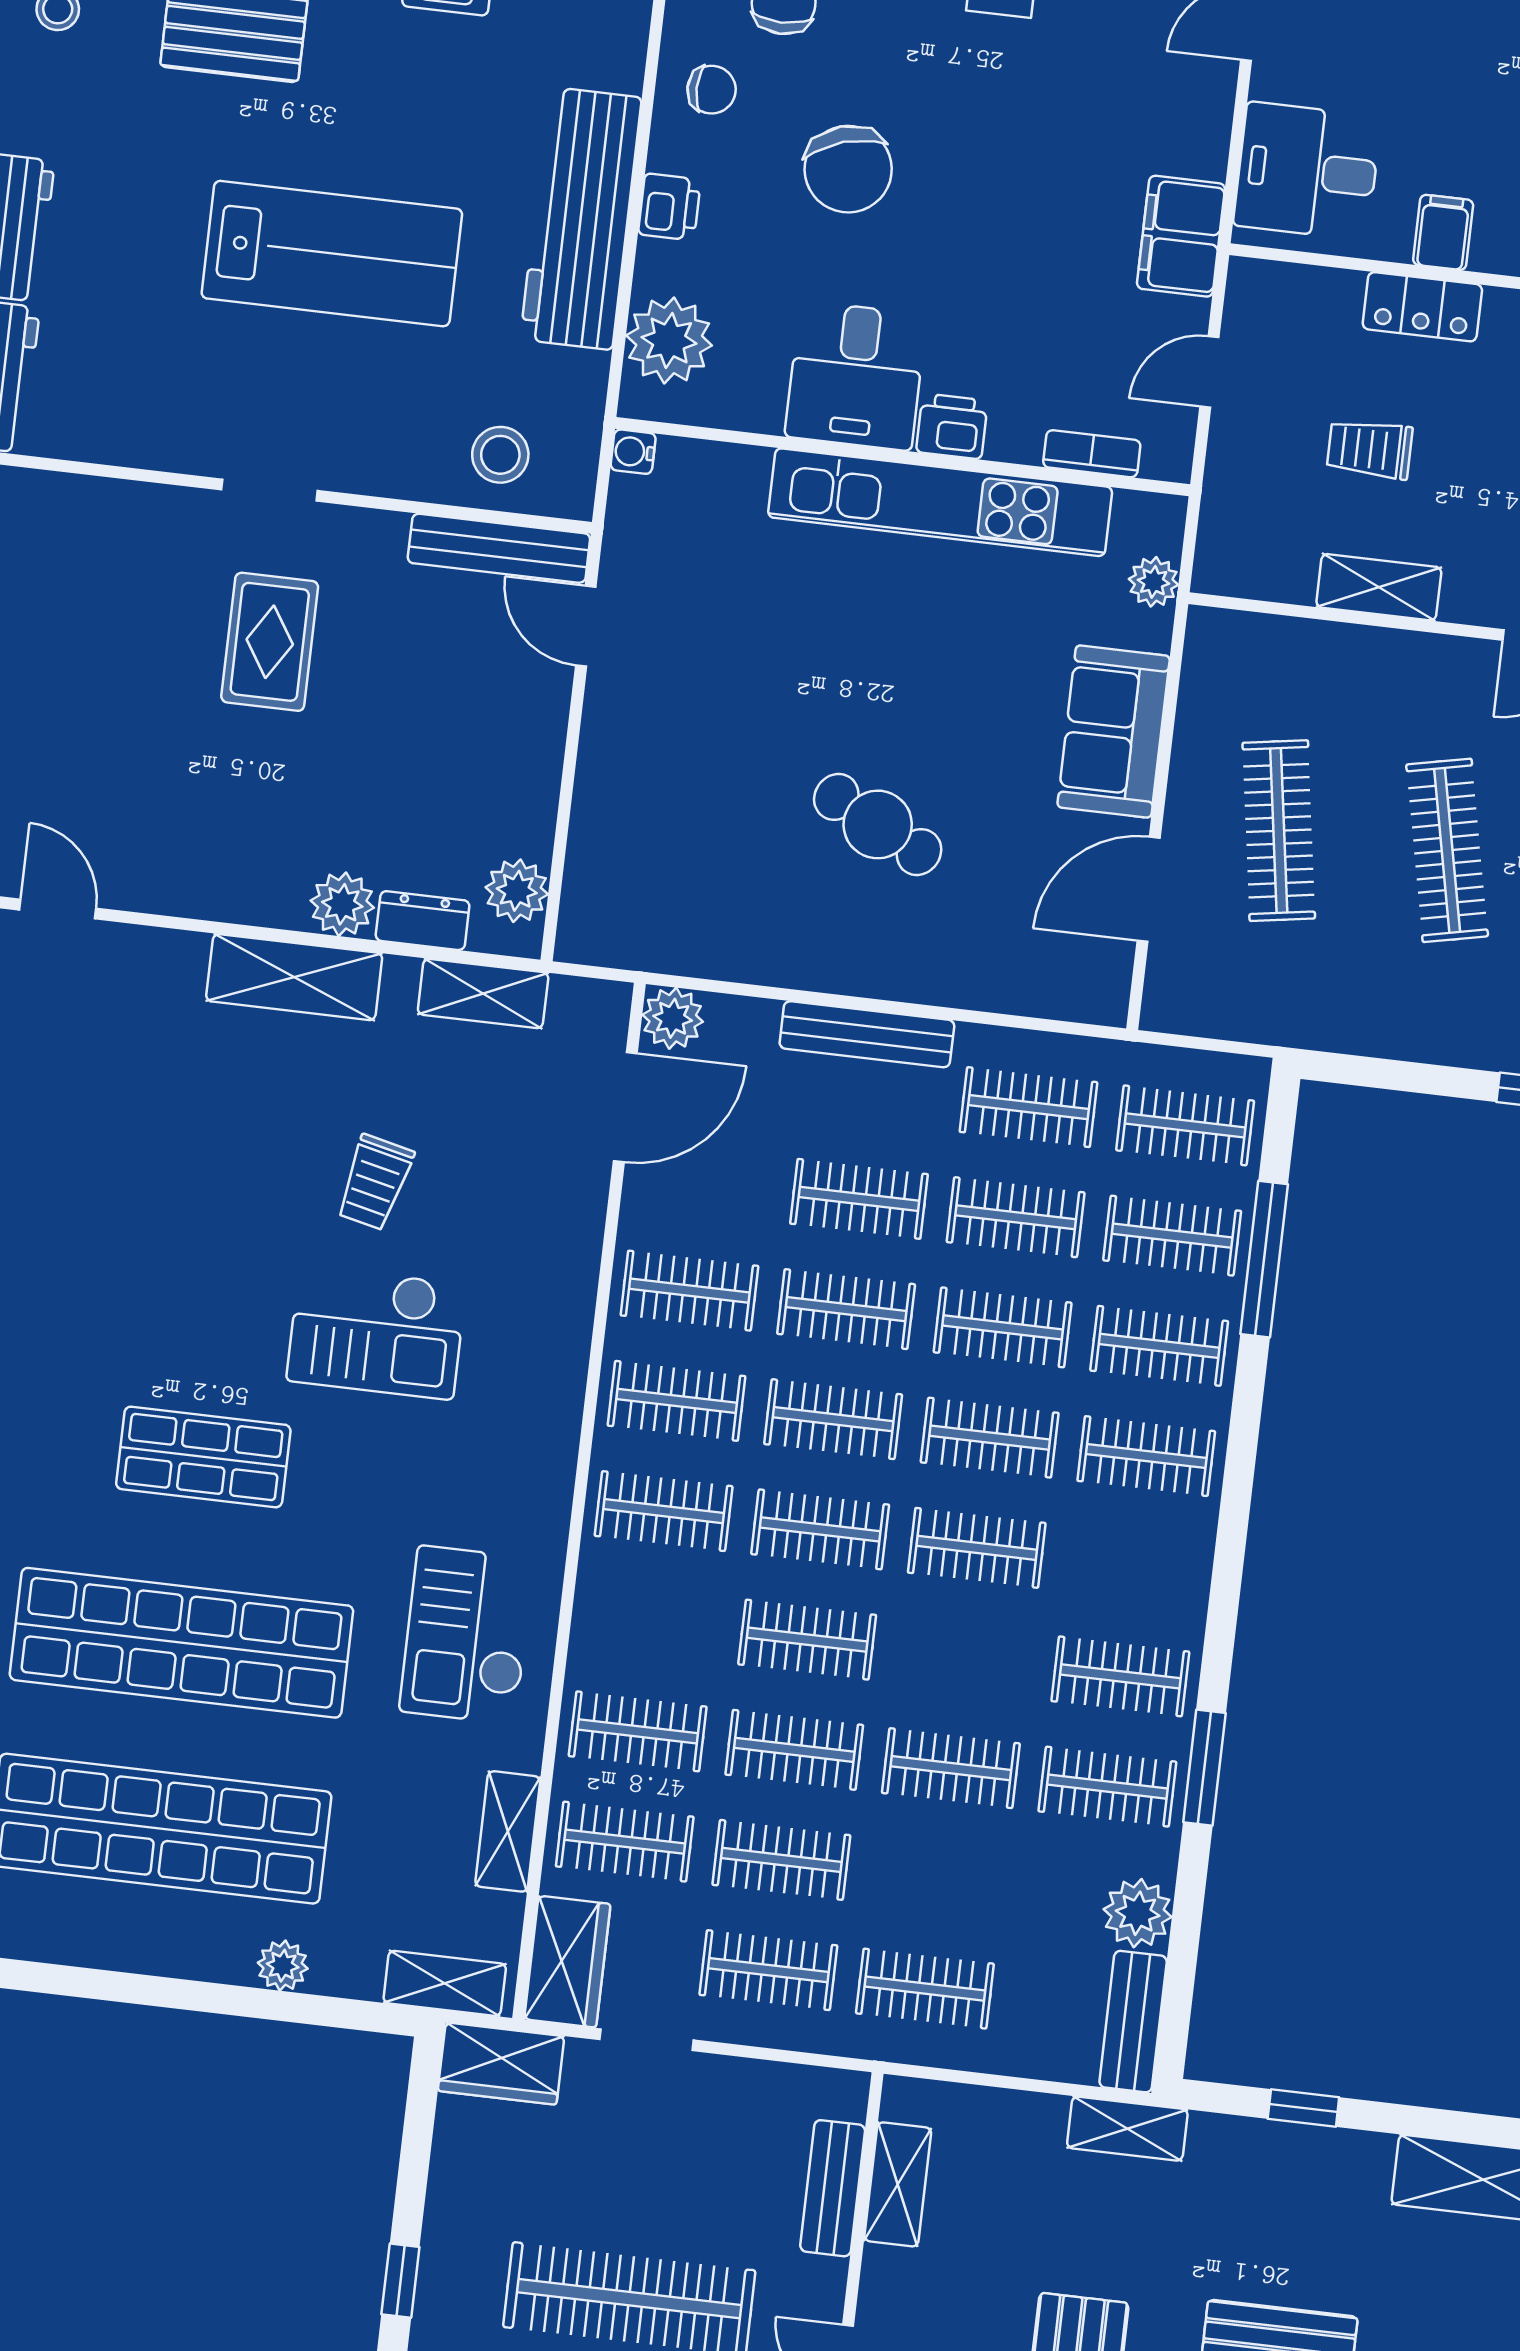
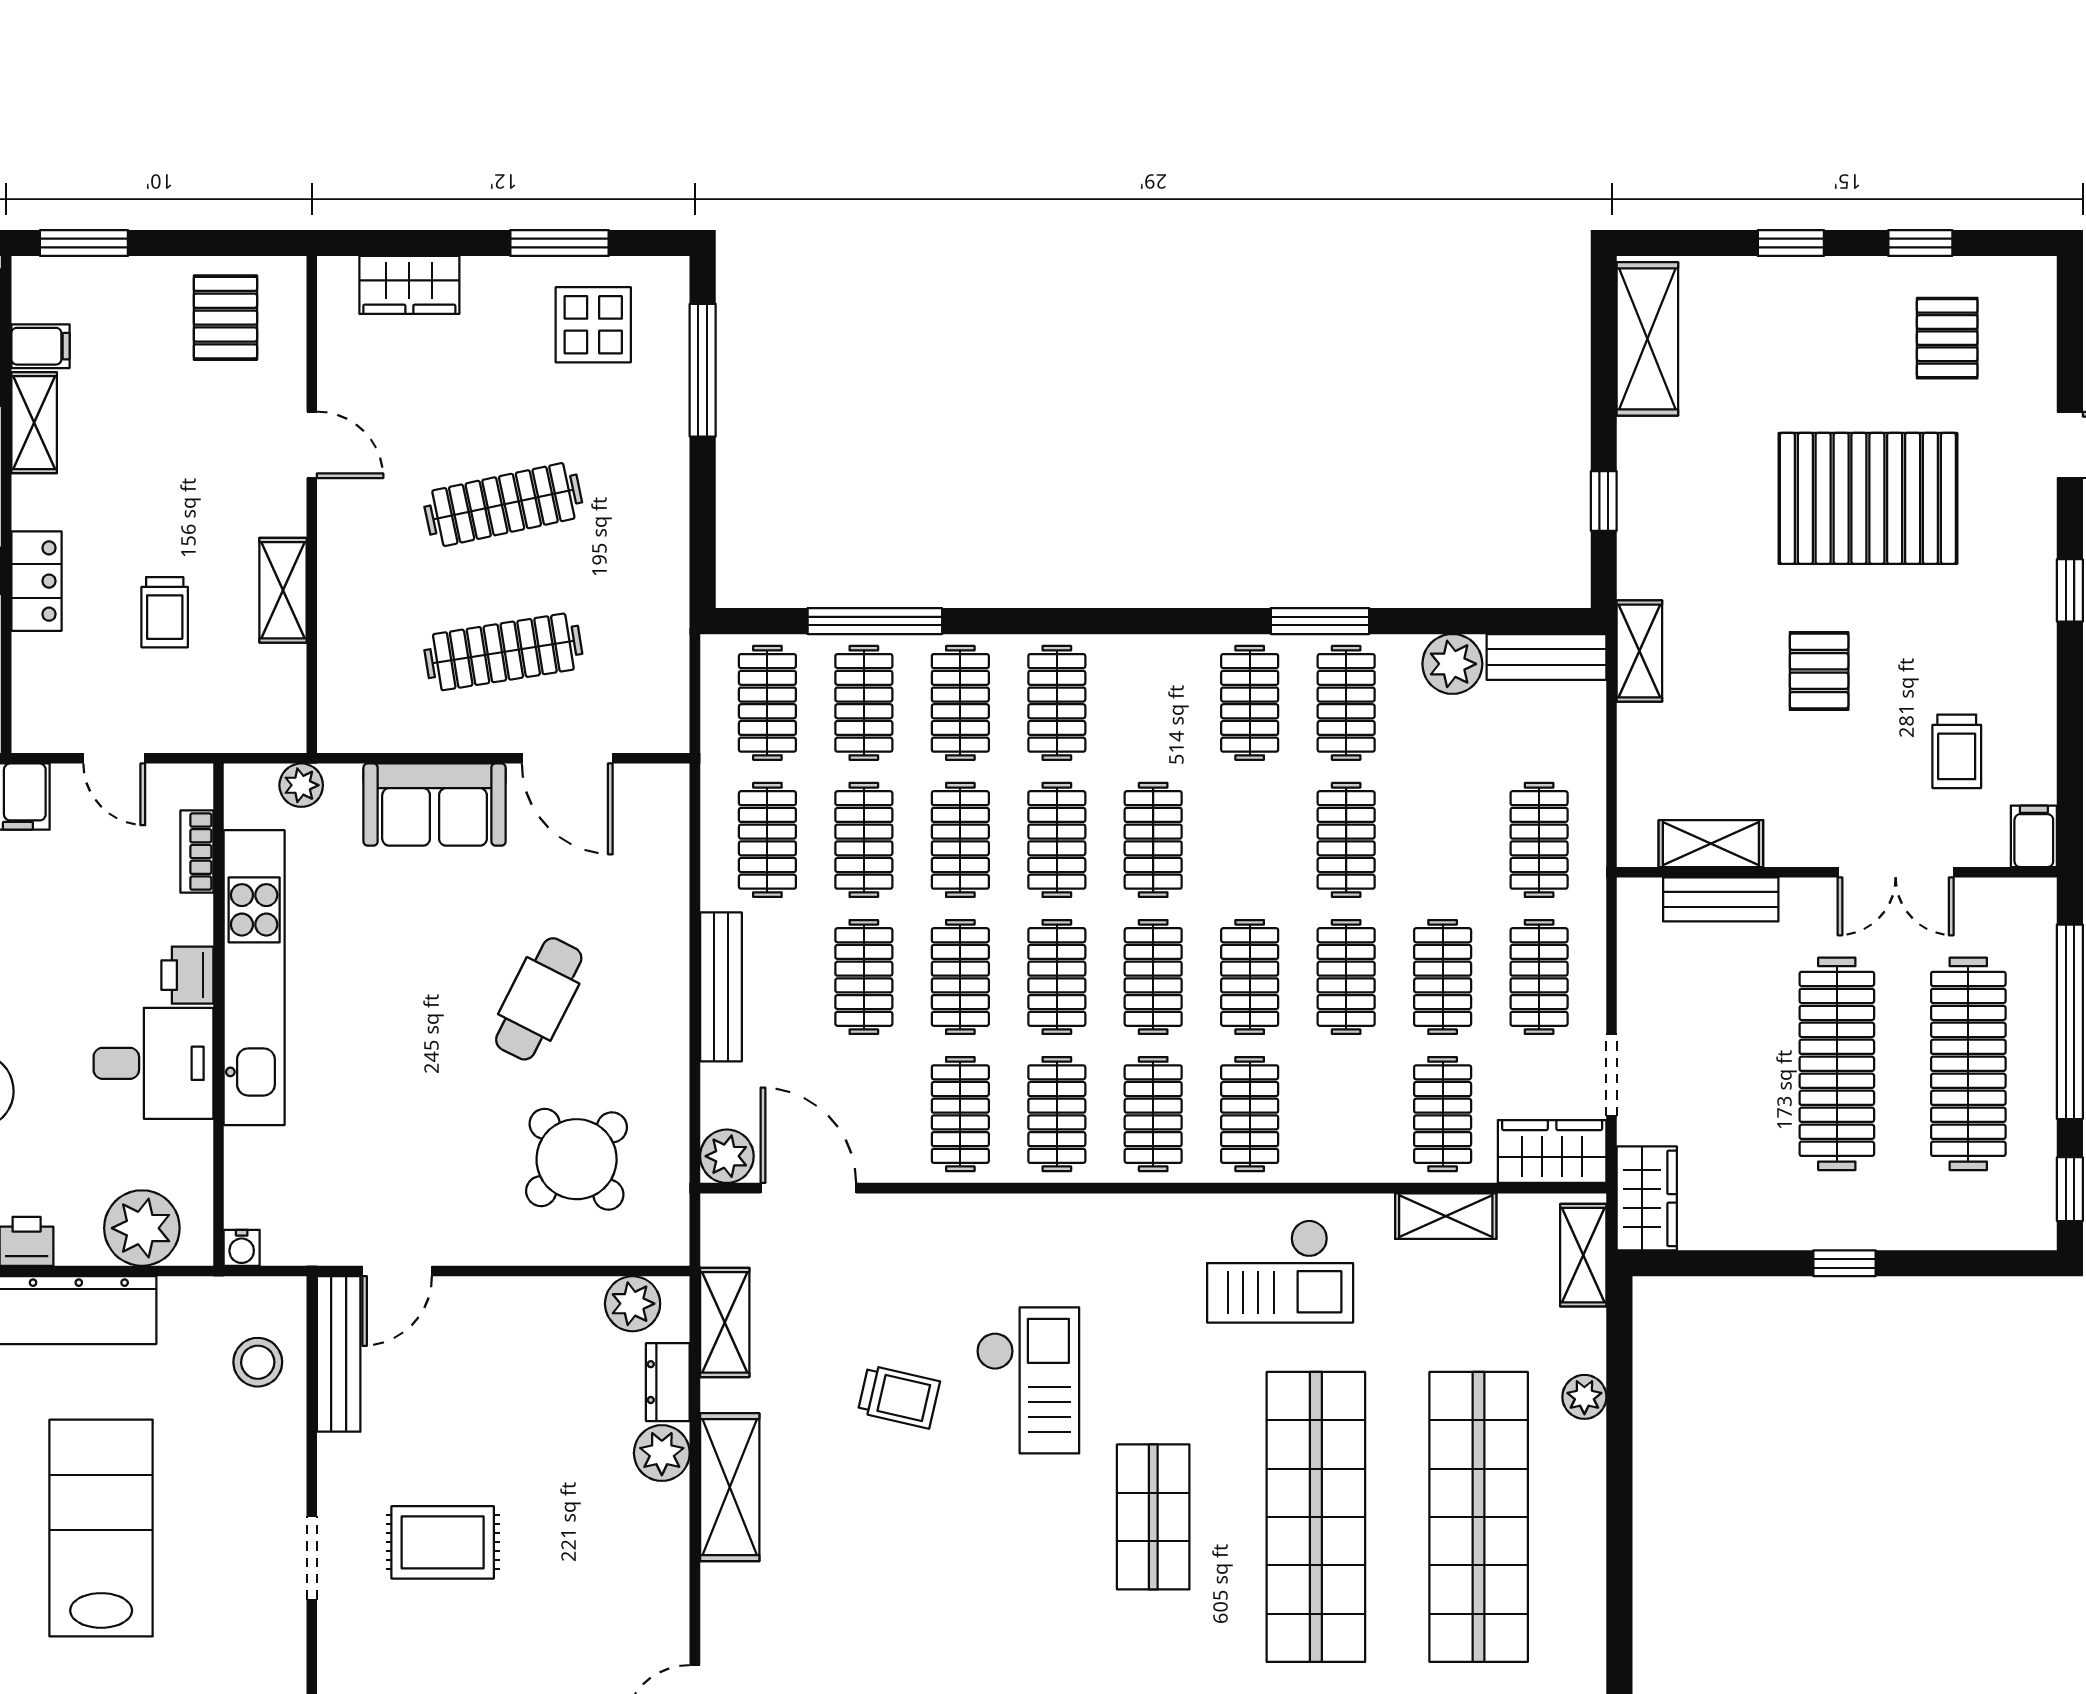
round table: (689, 846) -> (577, 1159), added
clothes rail: (638, 1731) -> (1250, 1114), moved

